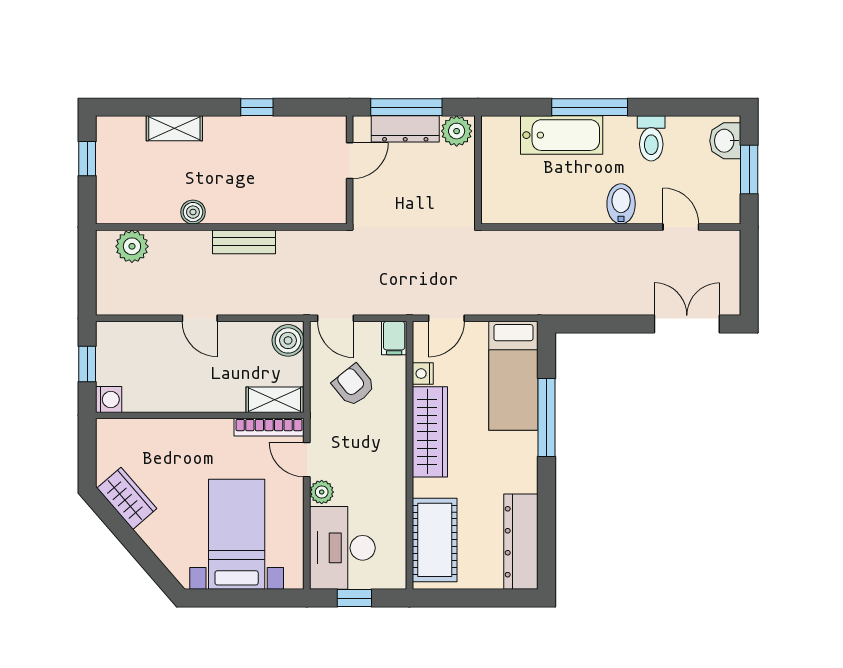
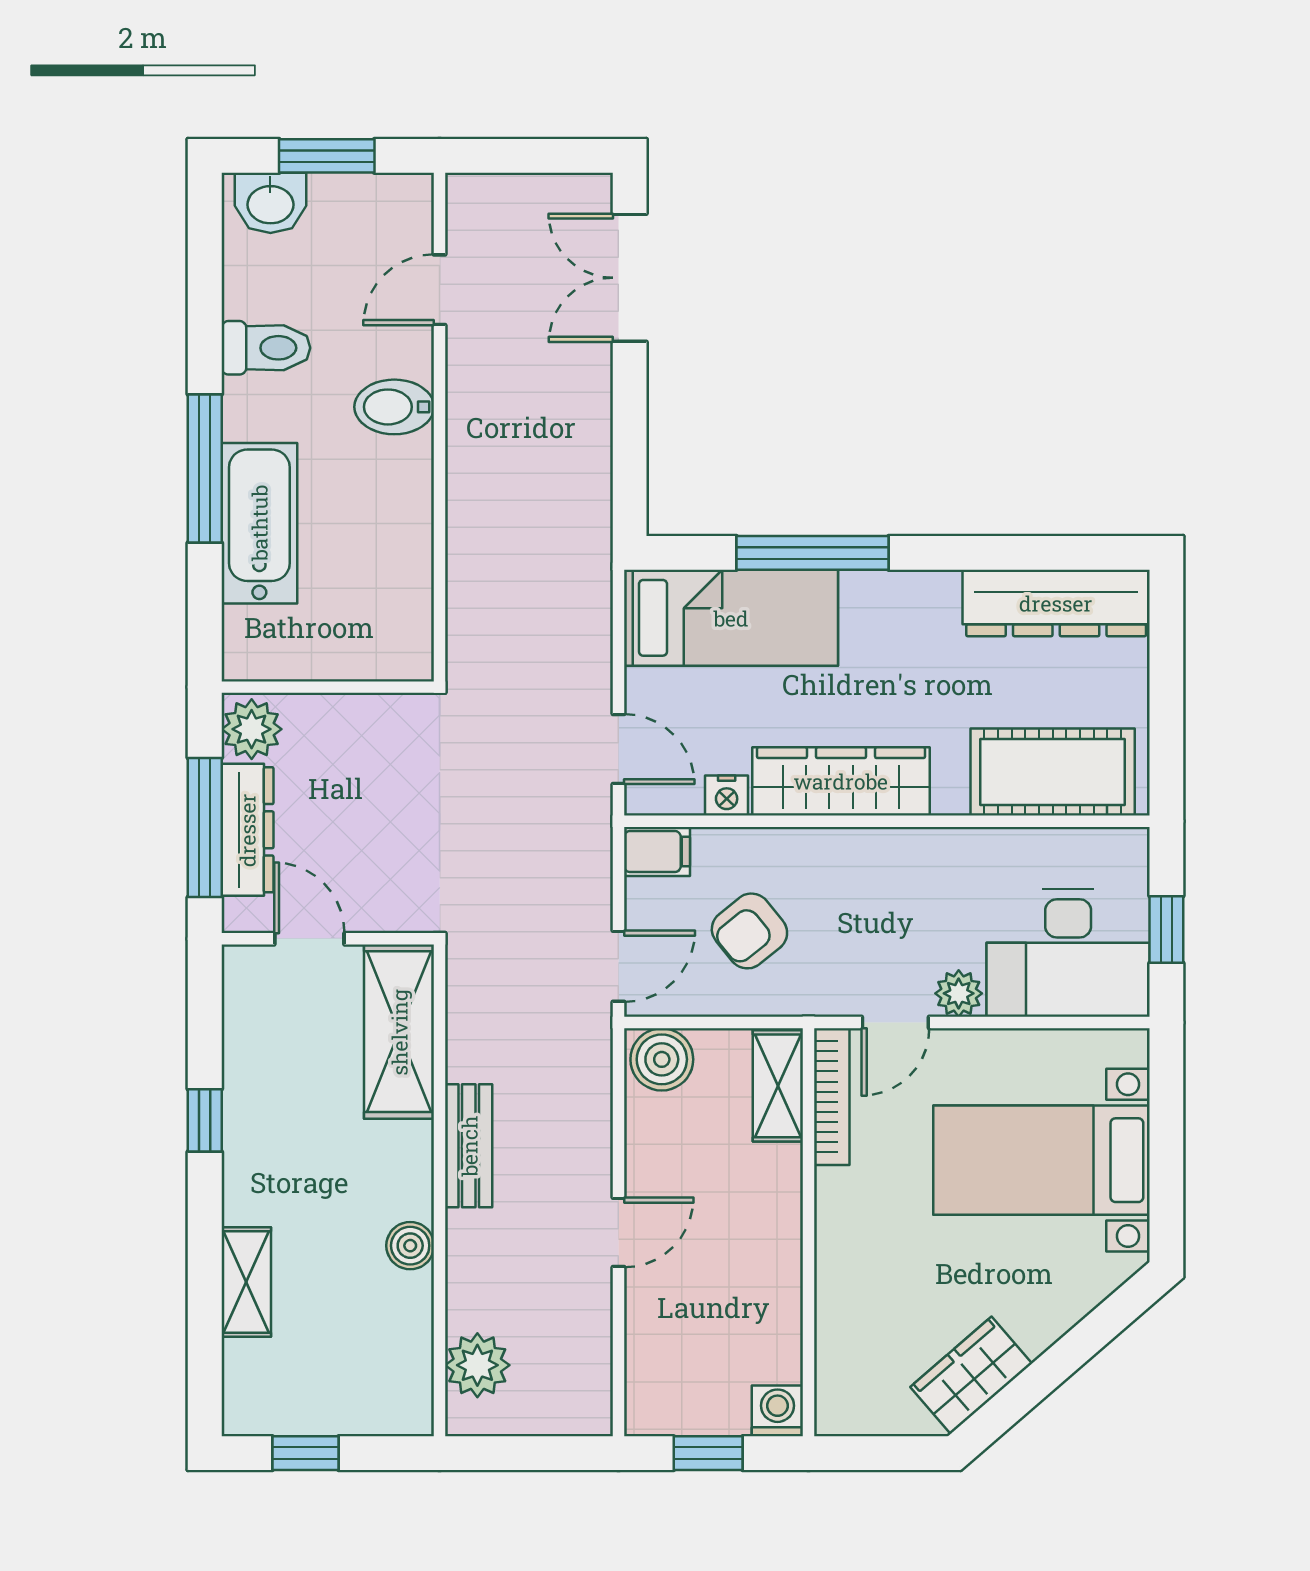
shelving: (302, 206) -> (399, 1032), added

